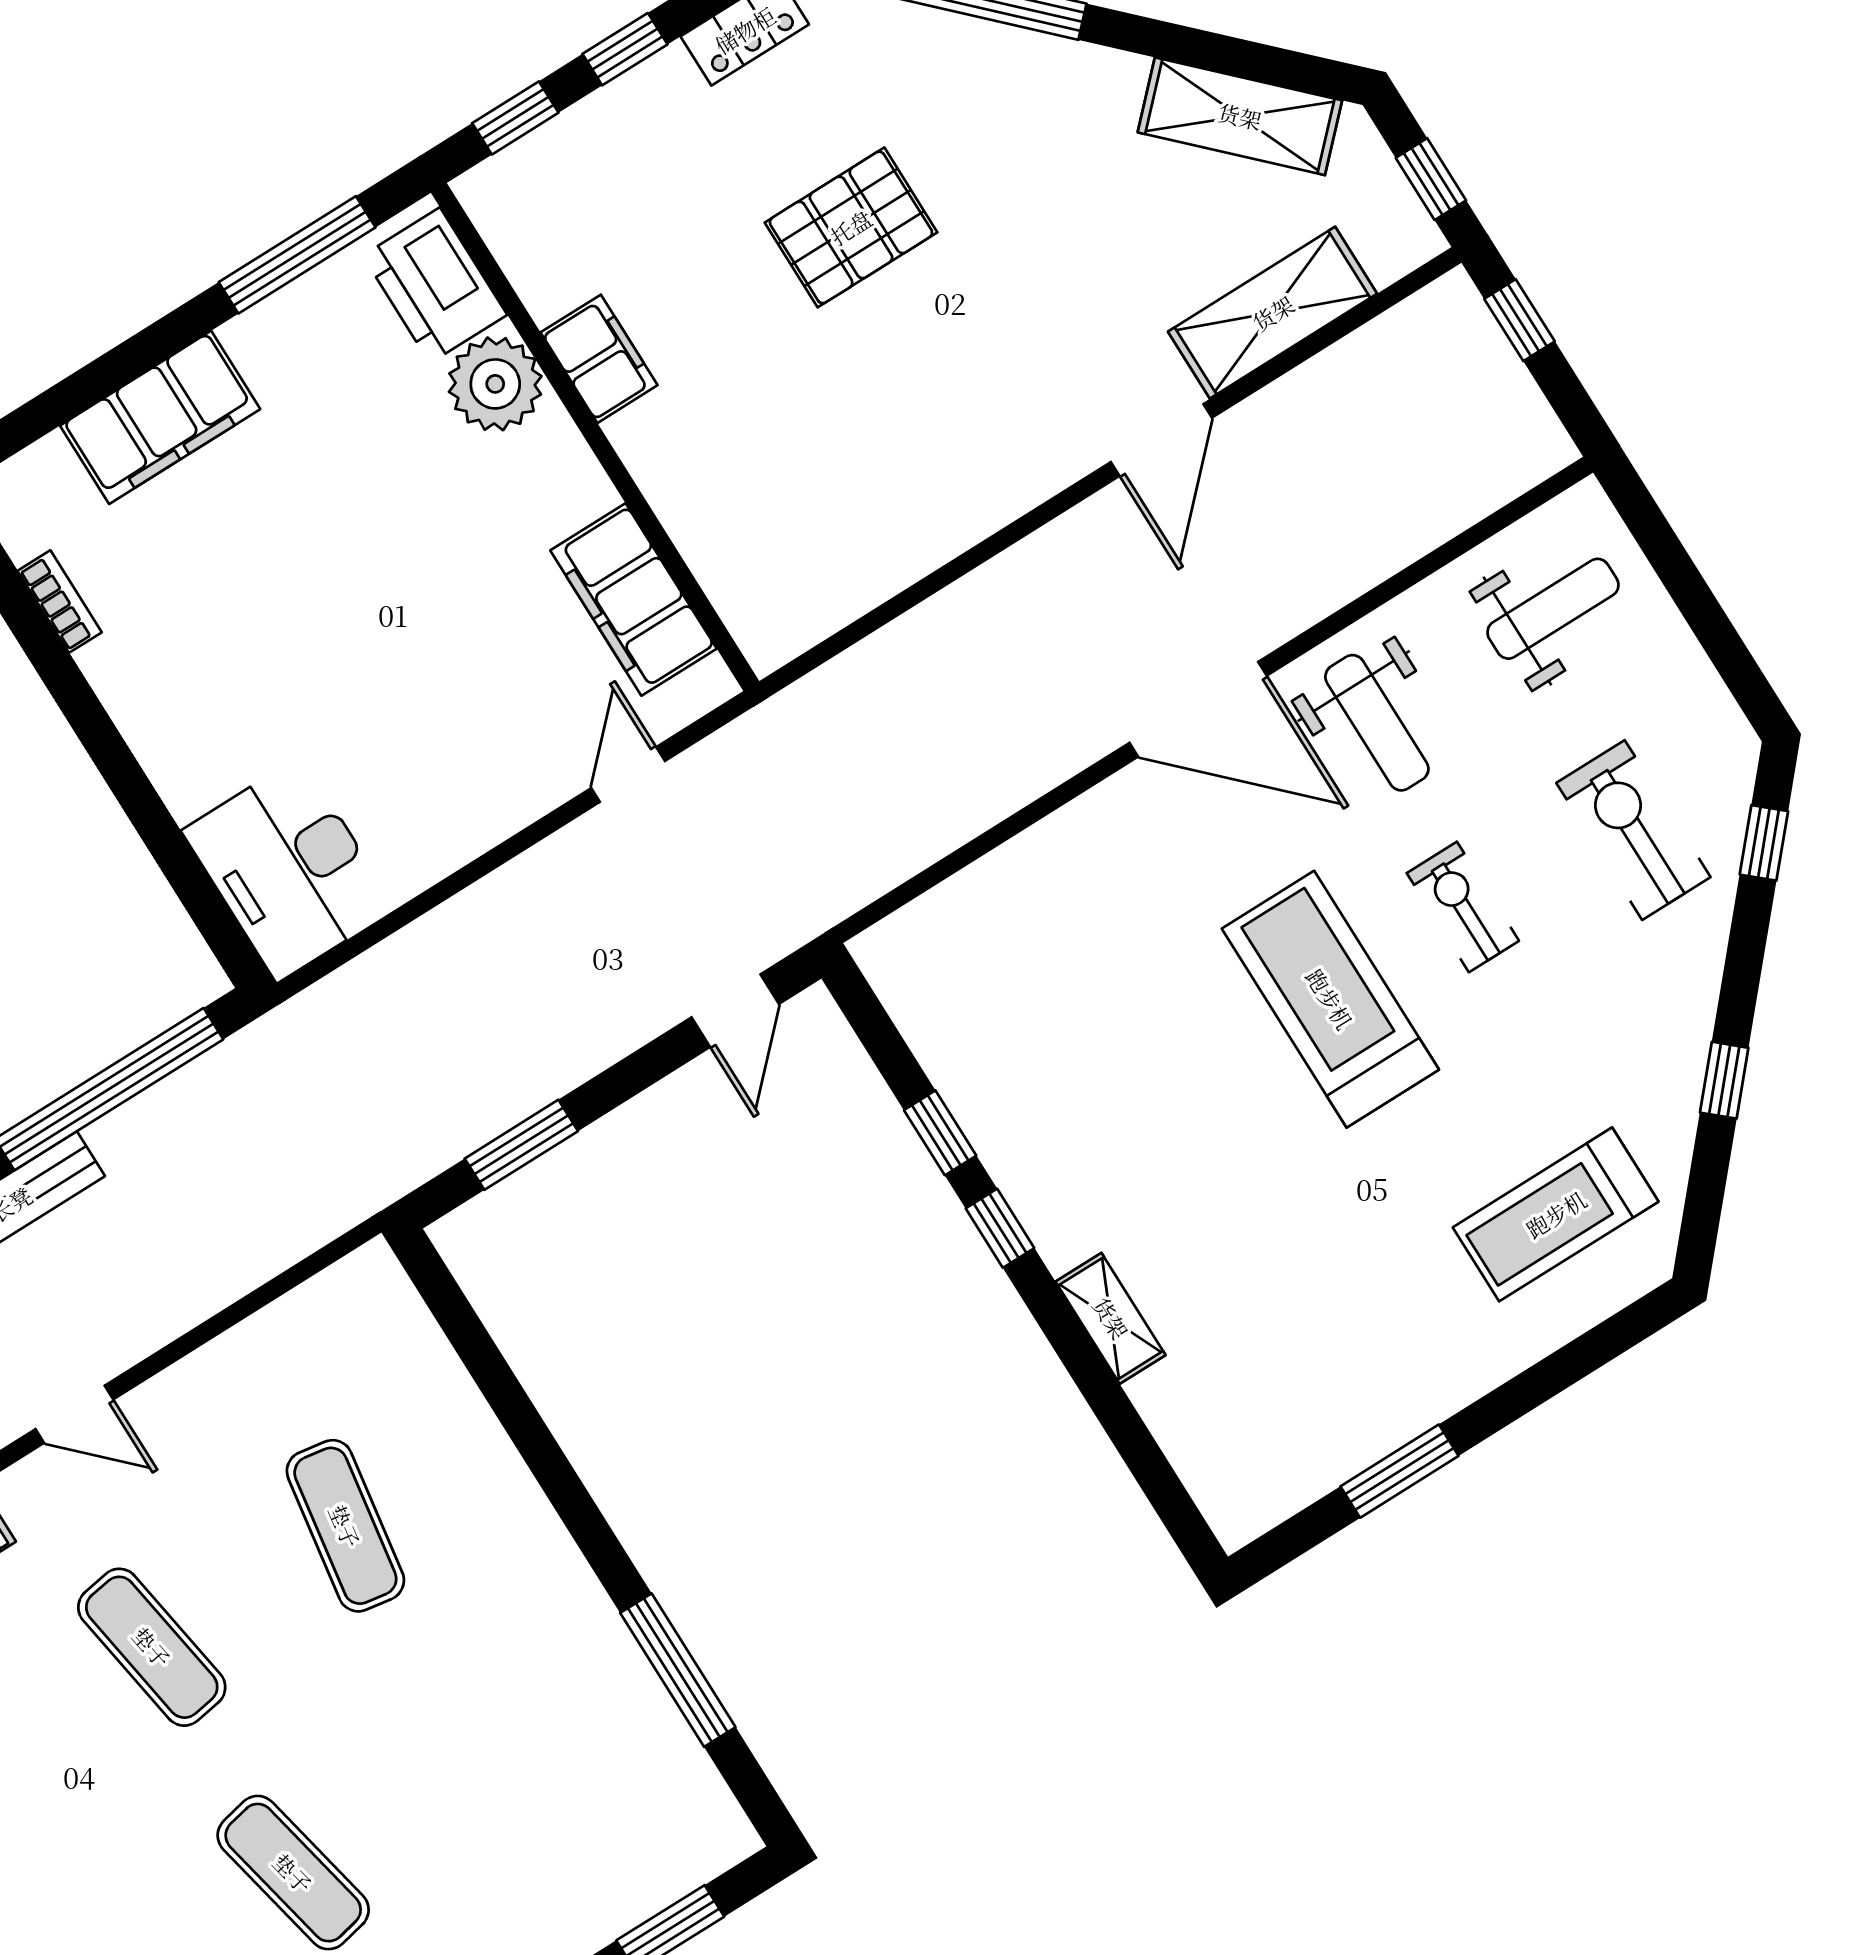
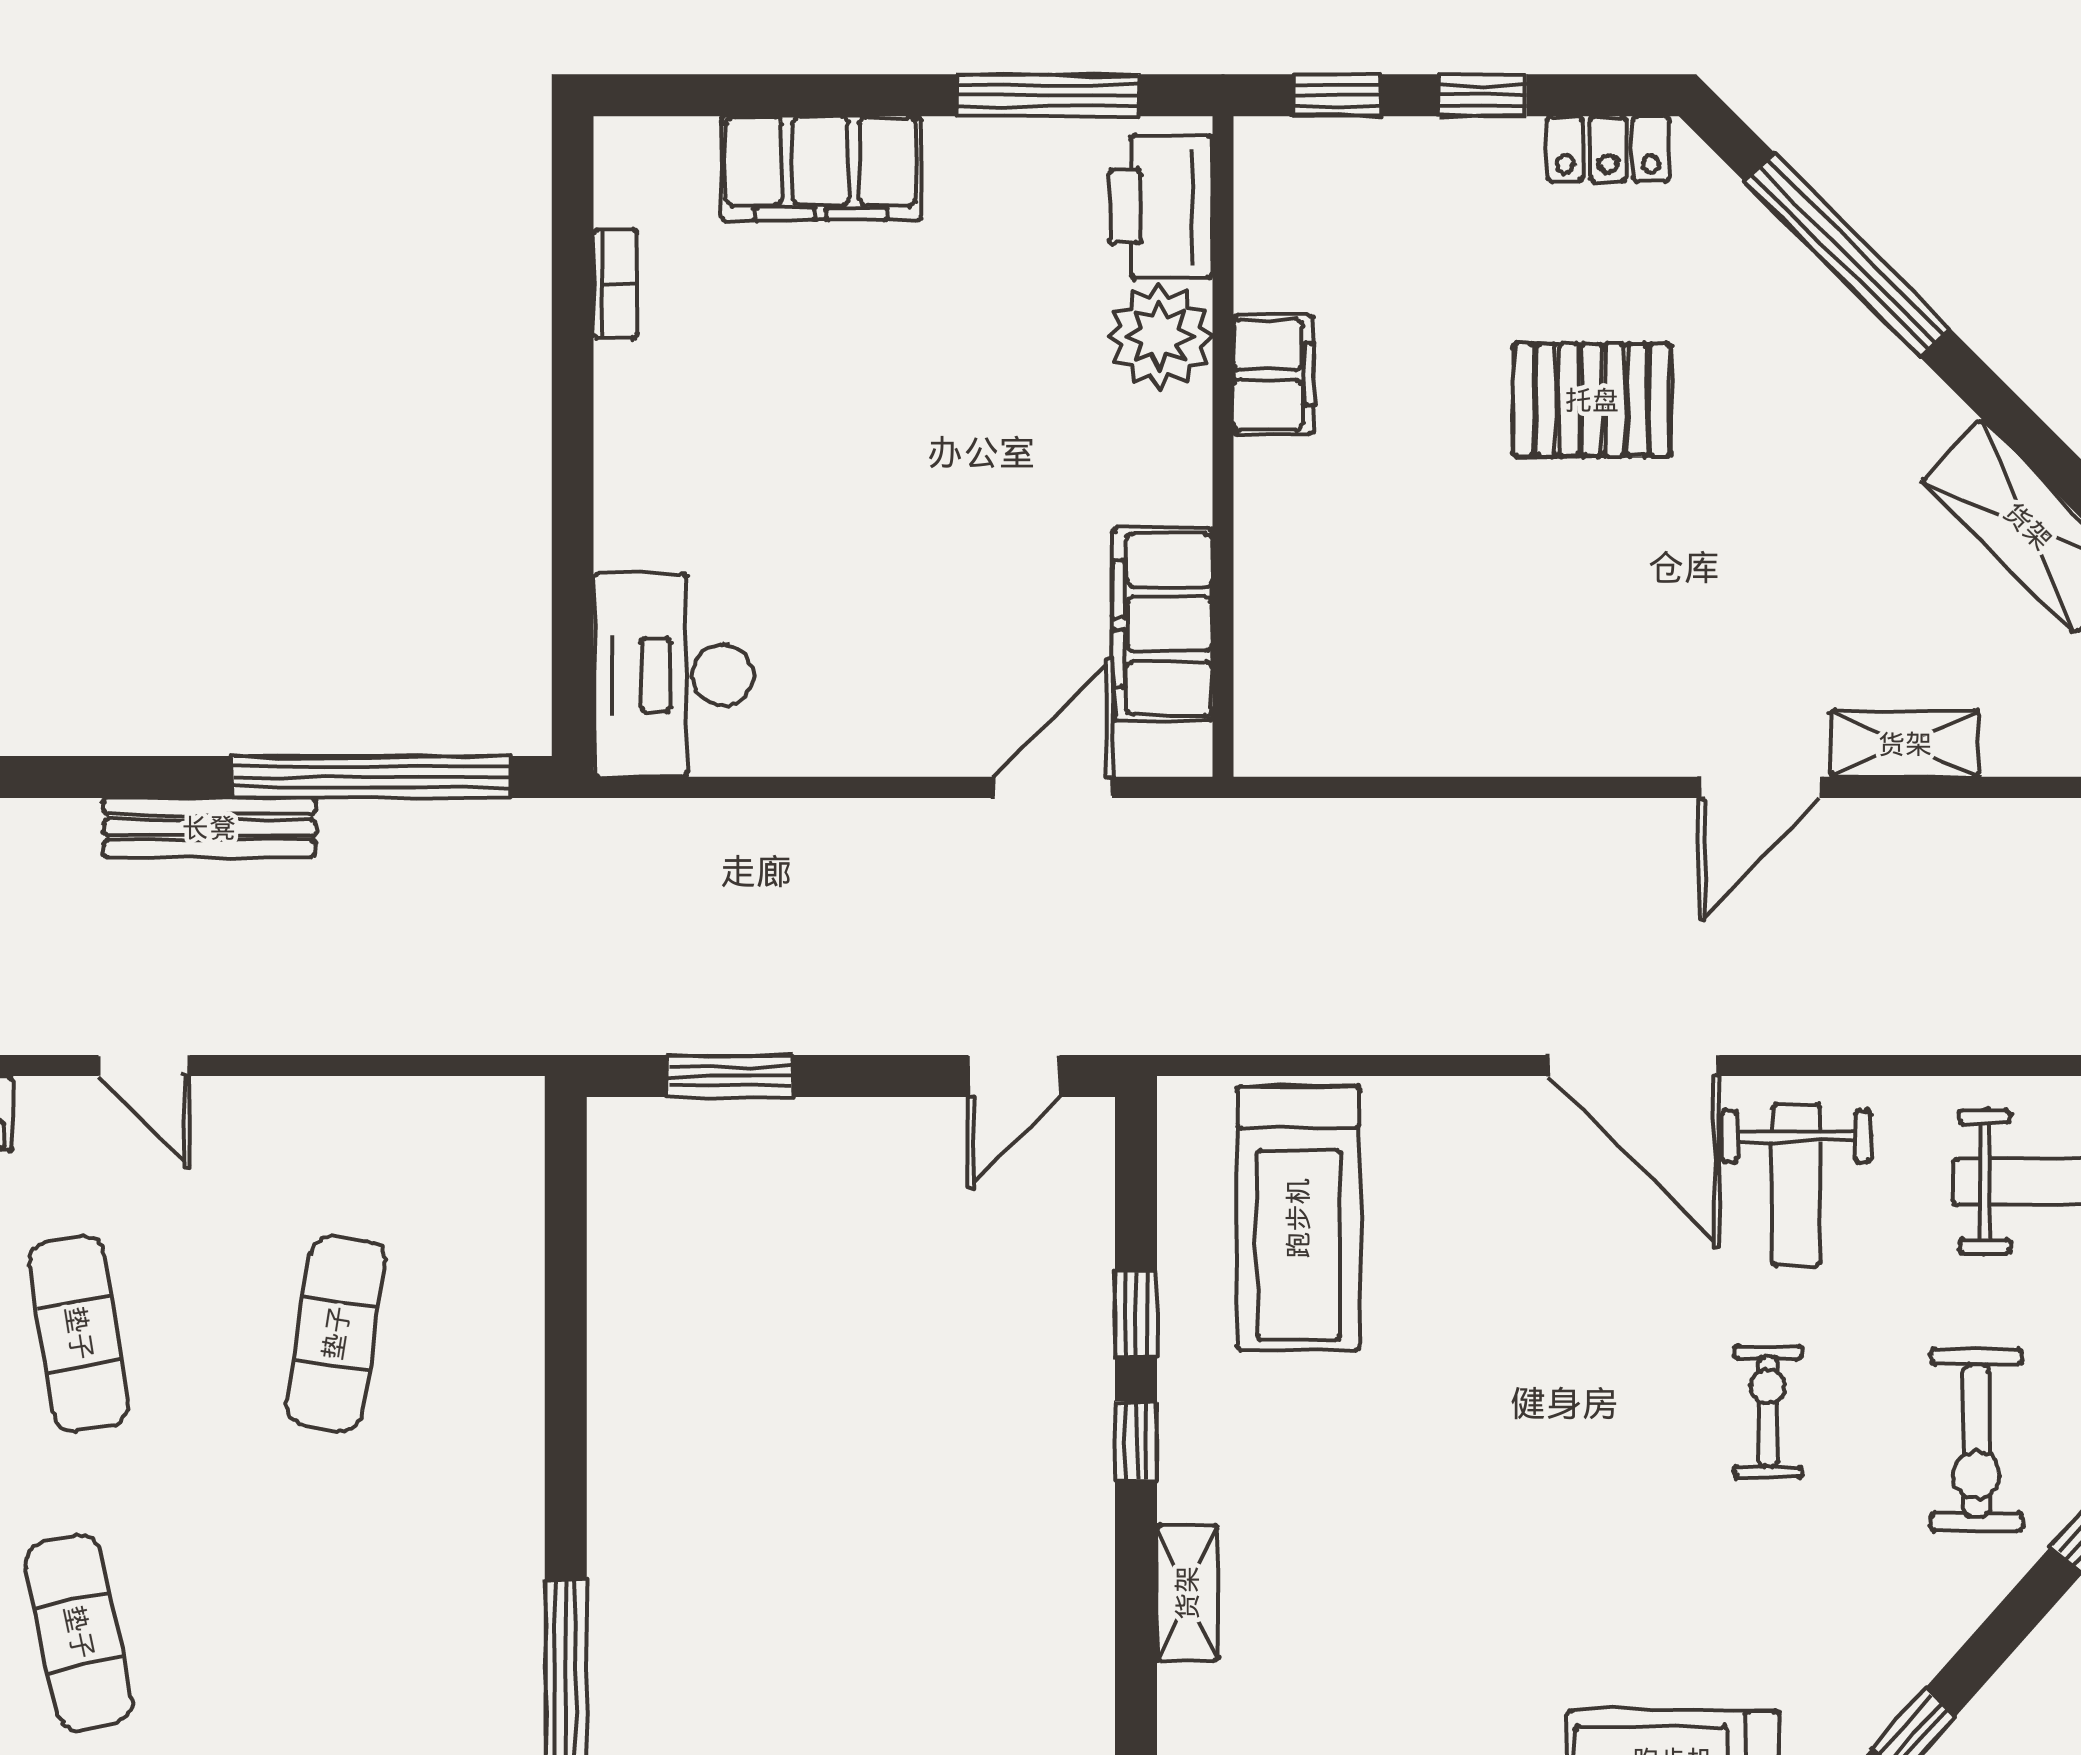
shelving: (1273, 313) -> (1905, 744), width x0.67, depth x0.75
door: (628, 775) -> (1053, 787), width x1.38
exercise bike: (1633, 830) -> (1976, 1440), turned 180
treadmill: (1330, 999) -> (1298, 1218), moved, turned 180

